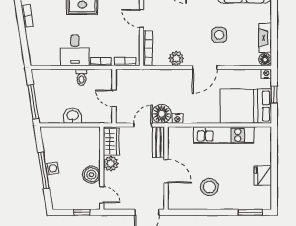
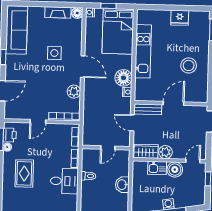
floor lamp: (162, 114) -> (123, 78), moved
kitchen sink: (93, 155) -> (157, 168), added

